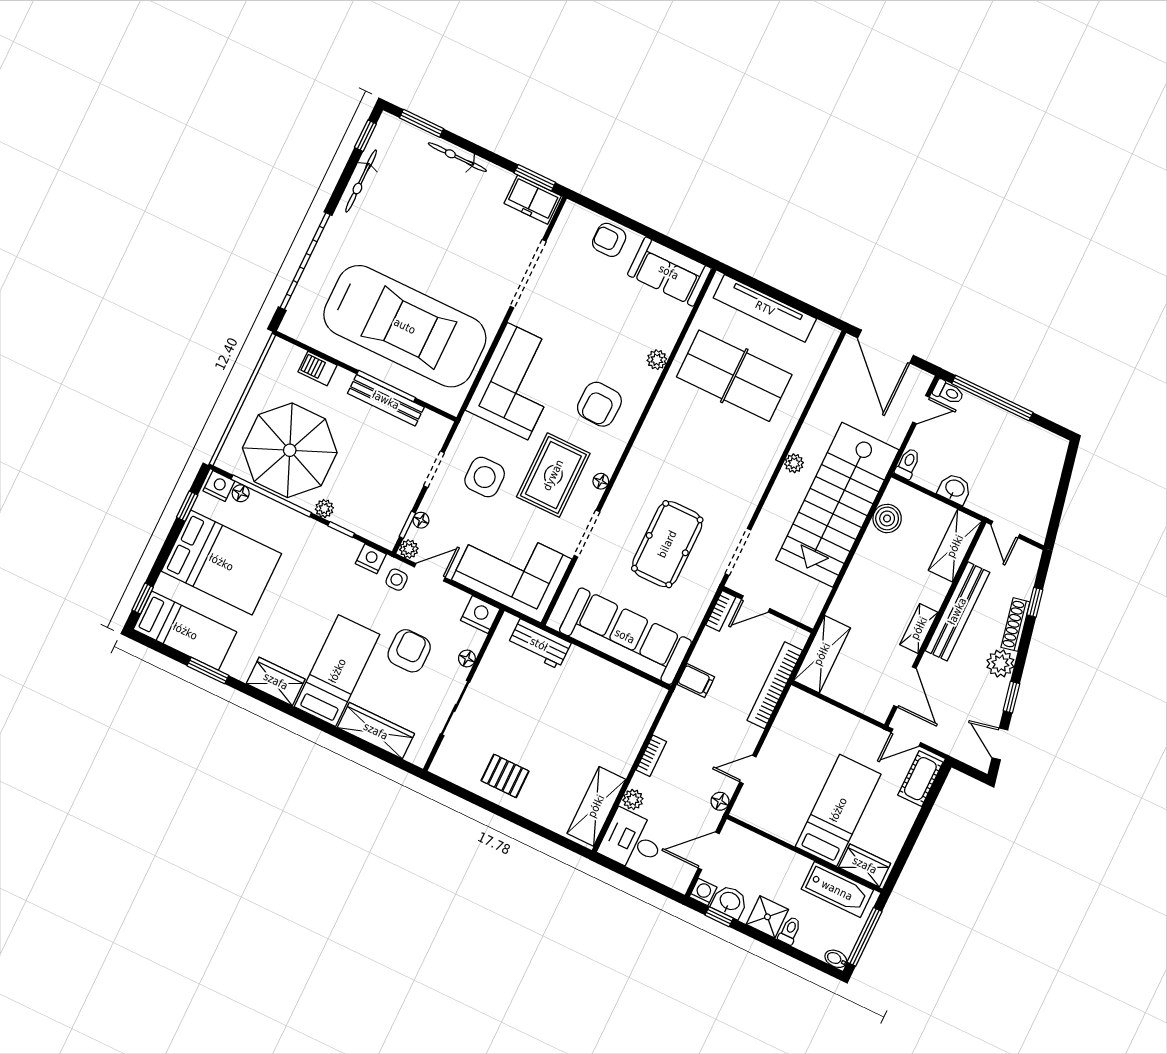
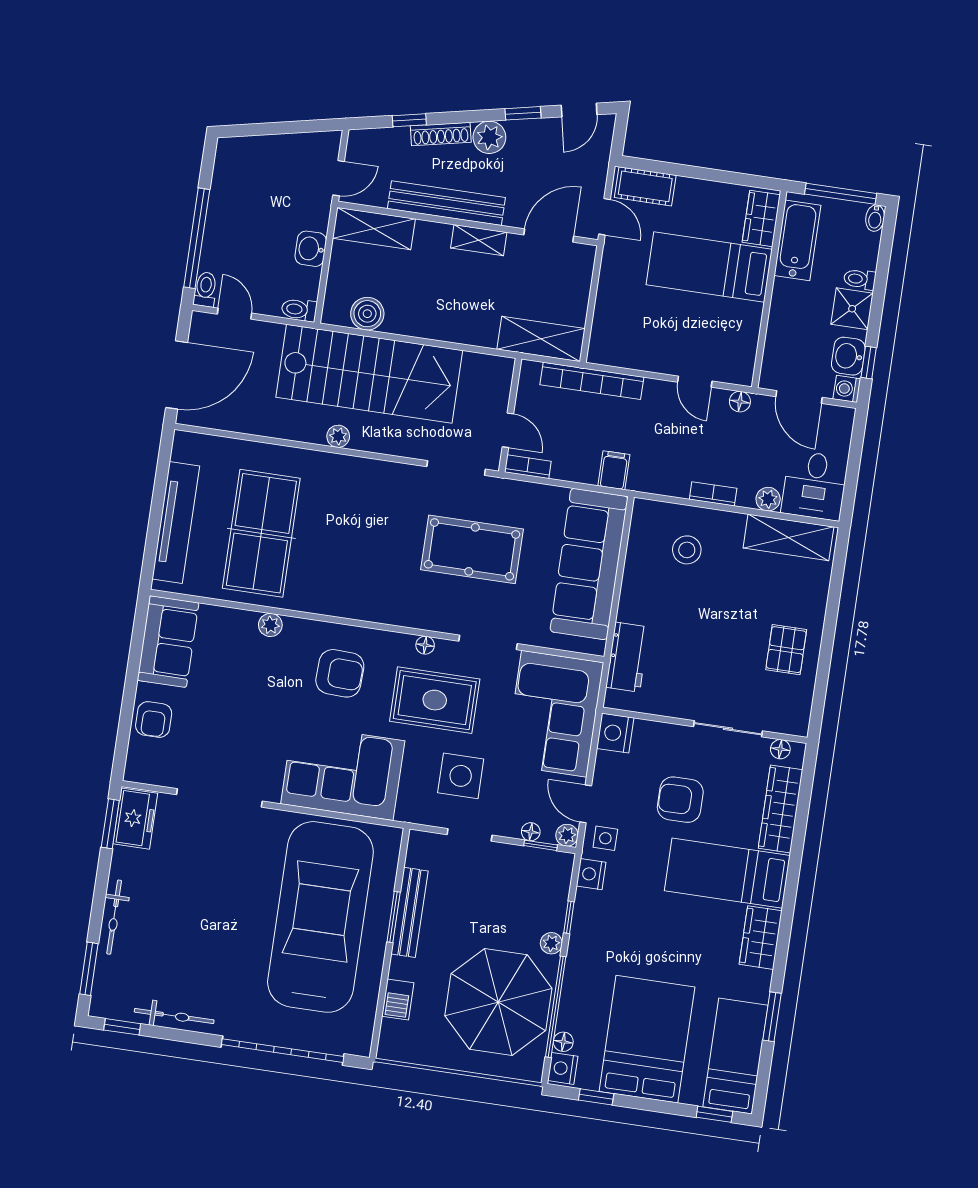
window: (386, 386) -> (394, 917), width x0.69
floor lamp: (467, 658) -> (780, 749), moved
stool: (612, 720) -> (687, 550), added

